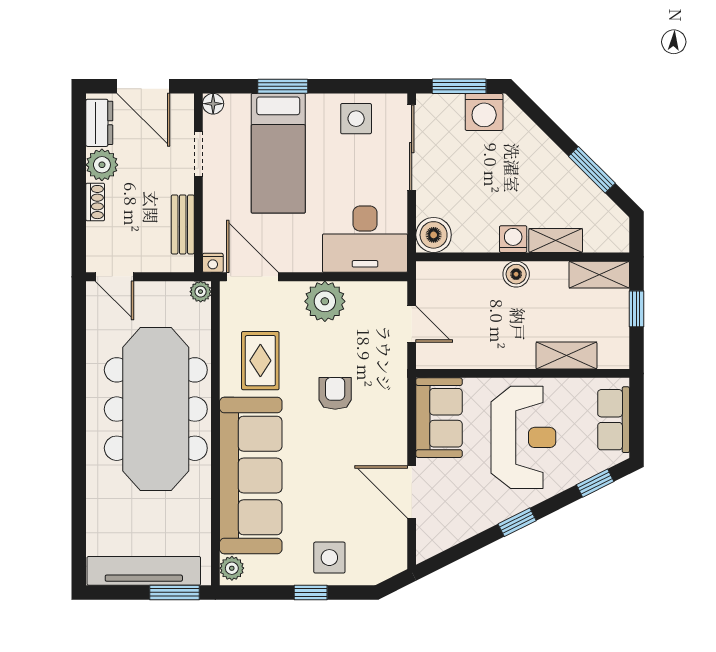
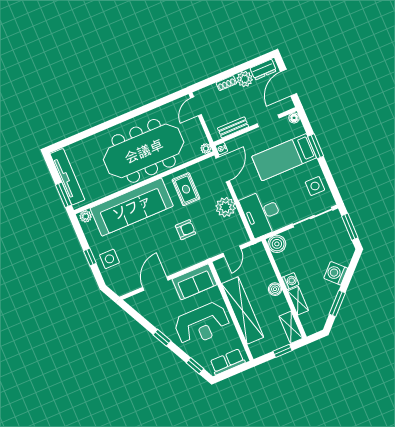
washing machine: (484, 112) -> (336, 273), moved, turned 45
shelving: (566, 356) -> (243, 310), width x2.20, depth x1.33
rug: (260, 361) -> (186, 189), turned 90

